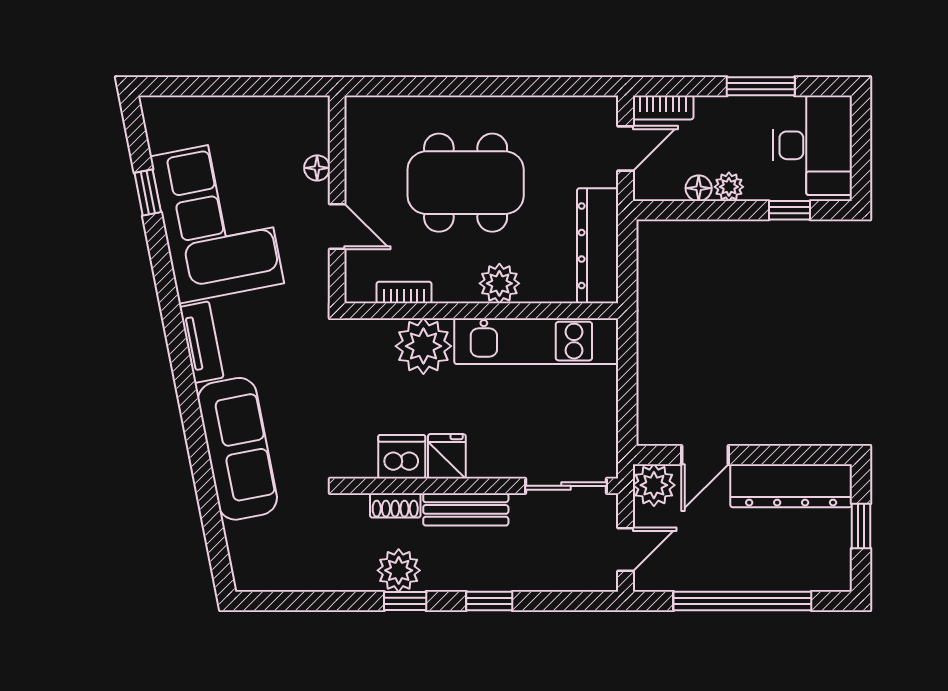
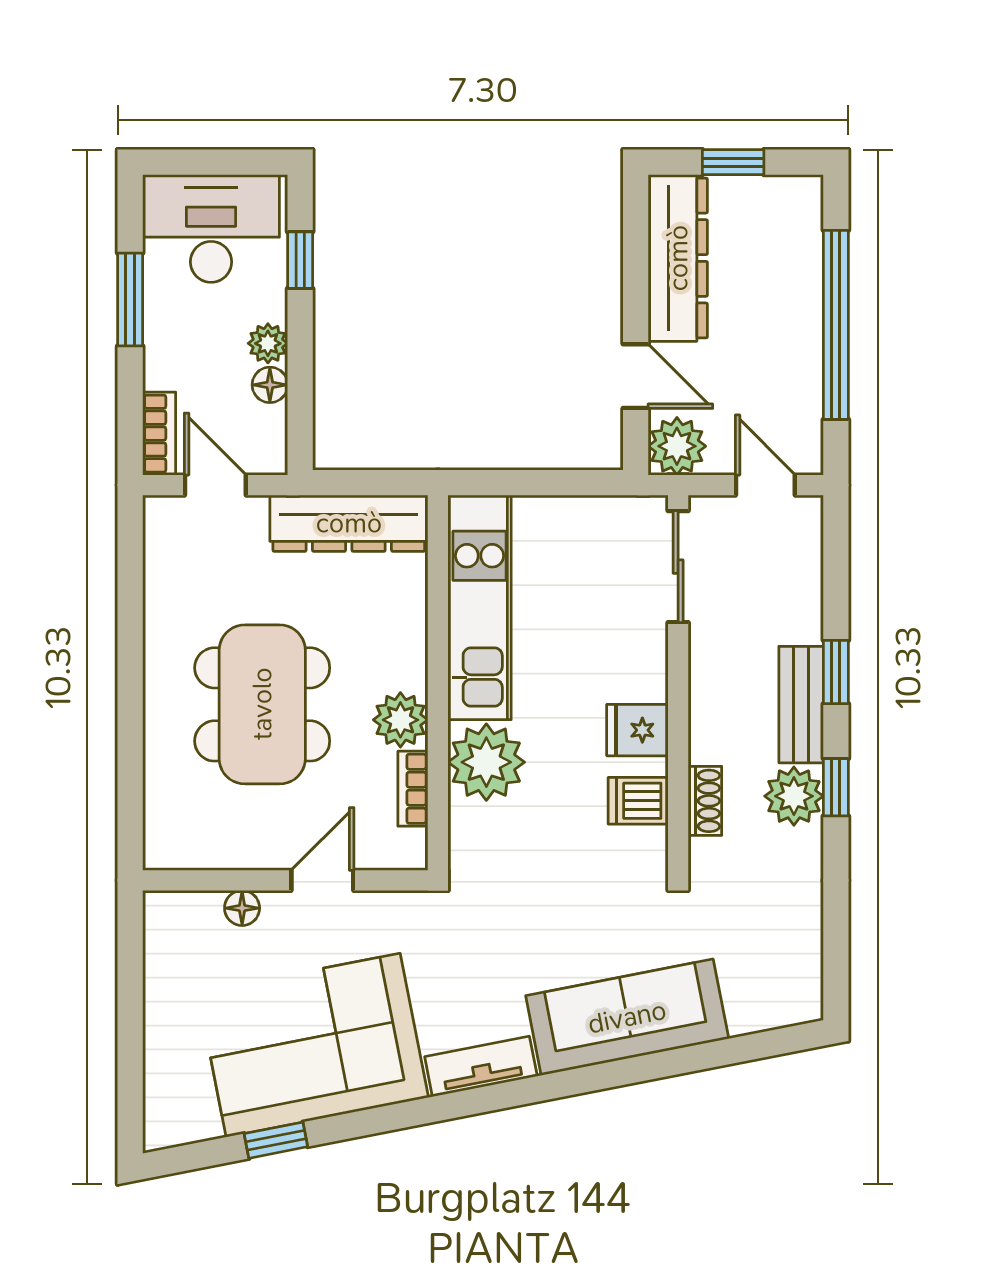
plant: (499, 283) -> (400, 720), moved
dishwasher: (402, 457) -> (638, 801), width x0.73
bench: (466, 509) -> (801, 705), moved

